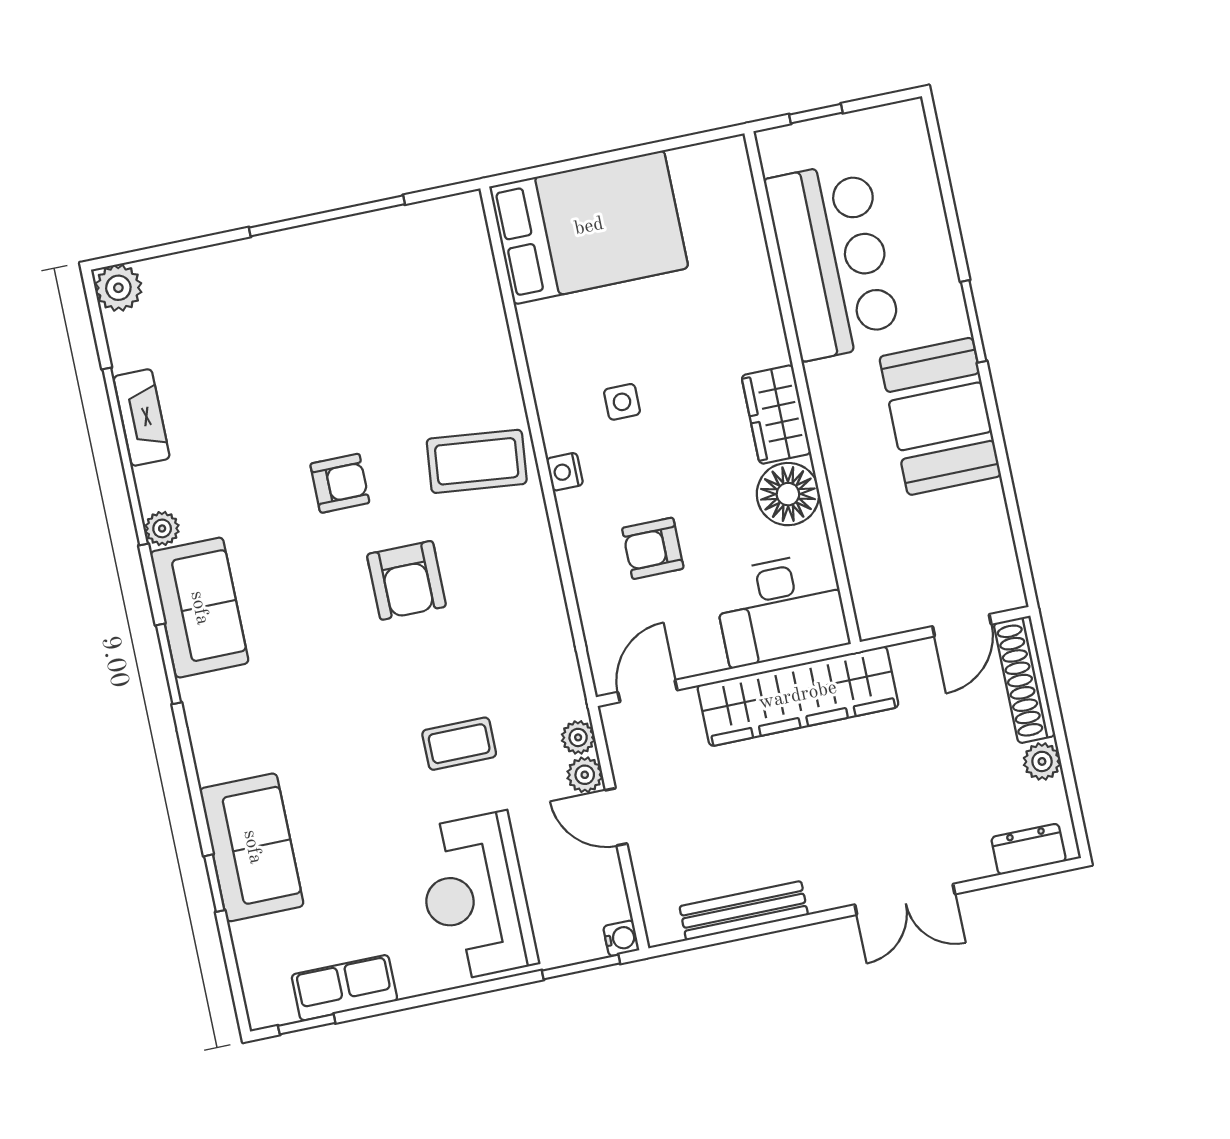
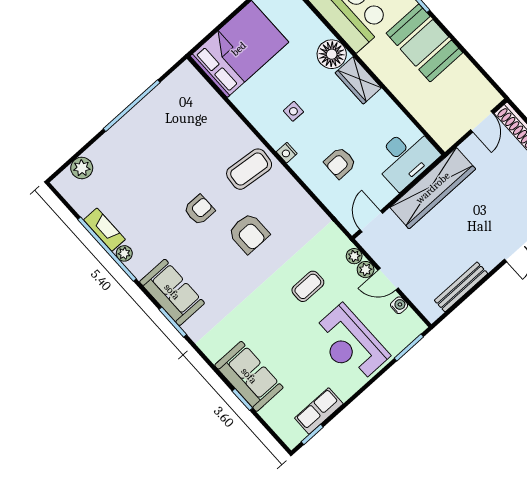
plant: (118, 288) -> (82, 168), moved
floor lamp: (788, 494) -> (332, 54), moved
plant: (162, 528) -> (124, 253), moved
water cooler: (621, 938) -> (399, 305), moved

